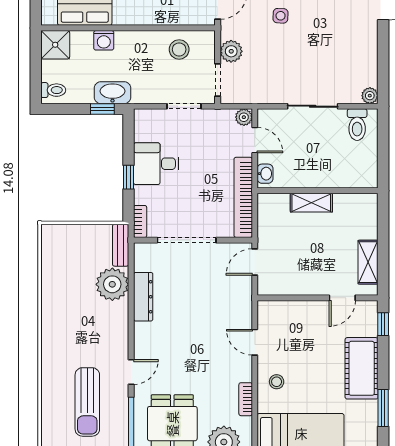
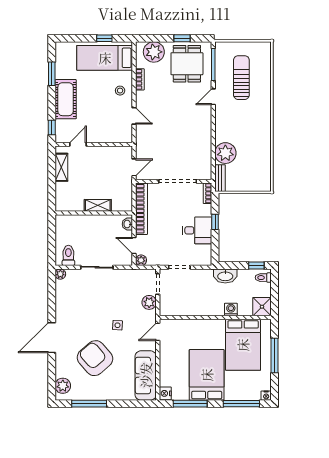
stool: (179, 49) -> (183, 304), removed
window: (102, 109) -> (256, 265), moved
dresser: (143, 297) -> (206, 145), removed

